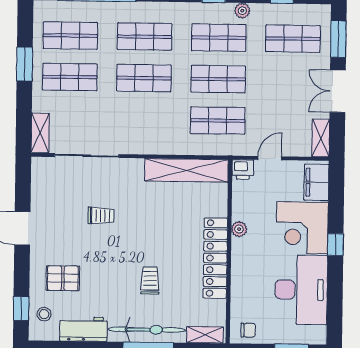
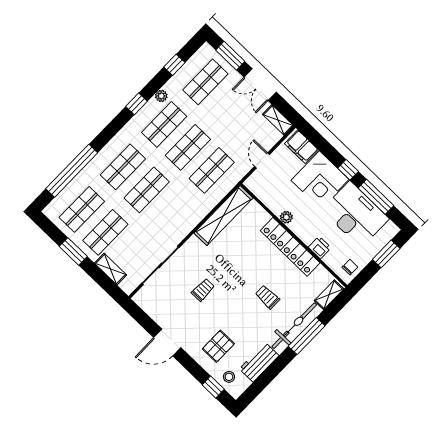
shelving: (40, 133) -> (110, 269), moved
printer: (243, 170) -> (320, 247), moved, turned -90
window: (335, 293) -> (376, 197), added

